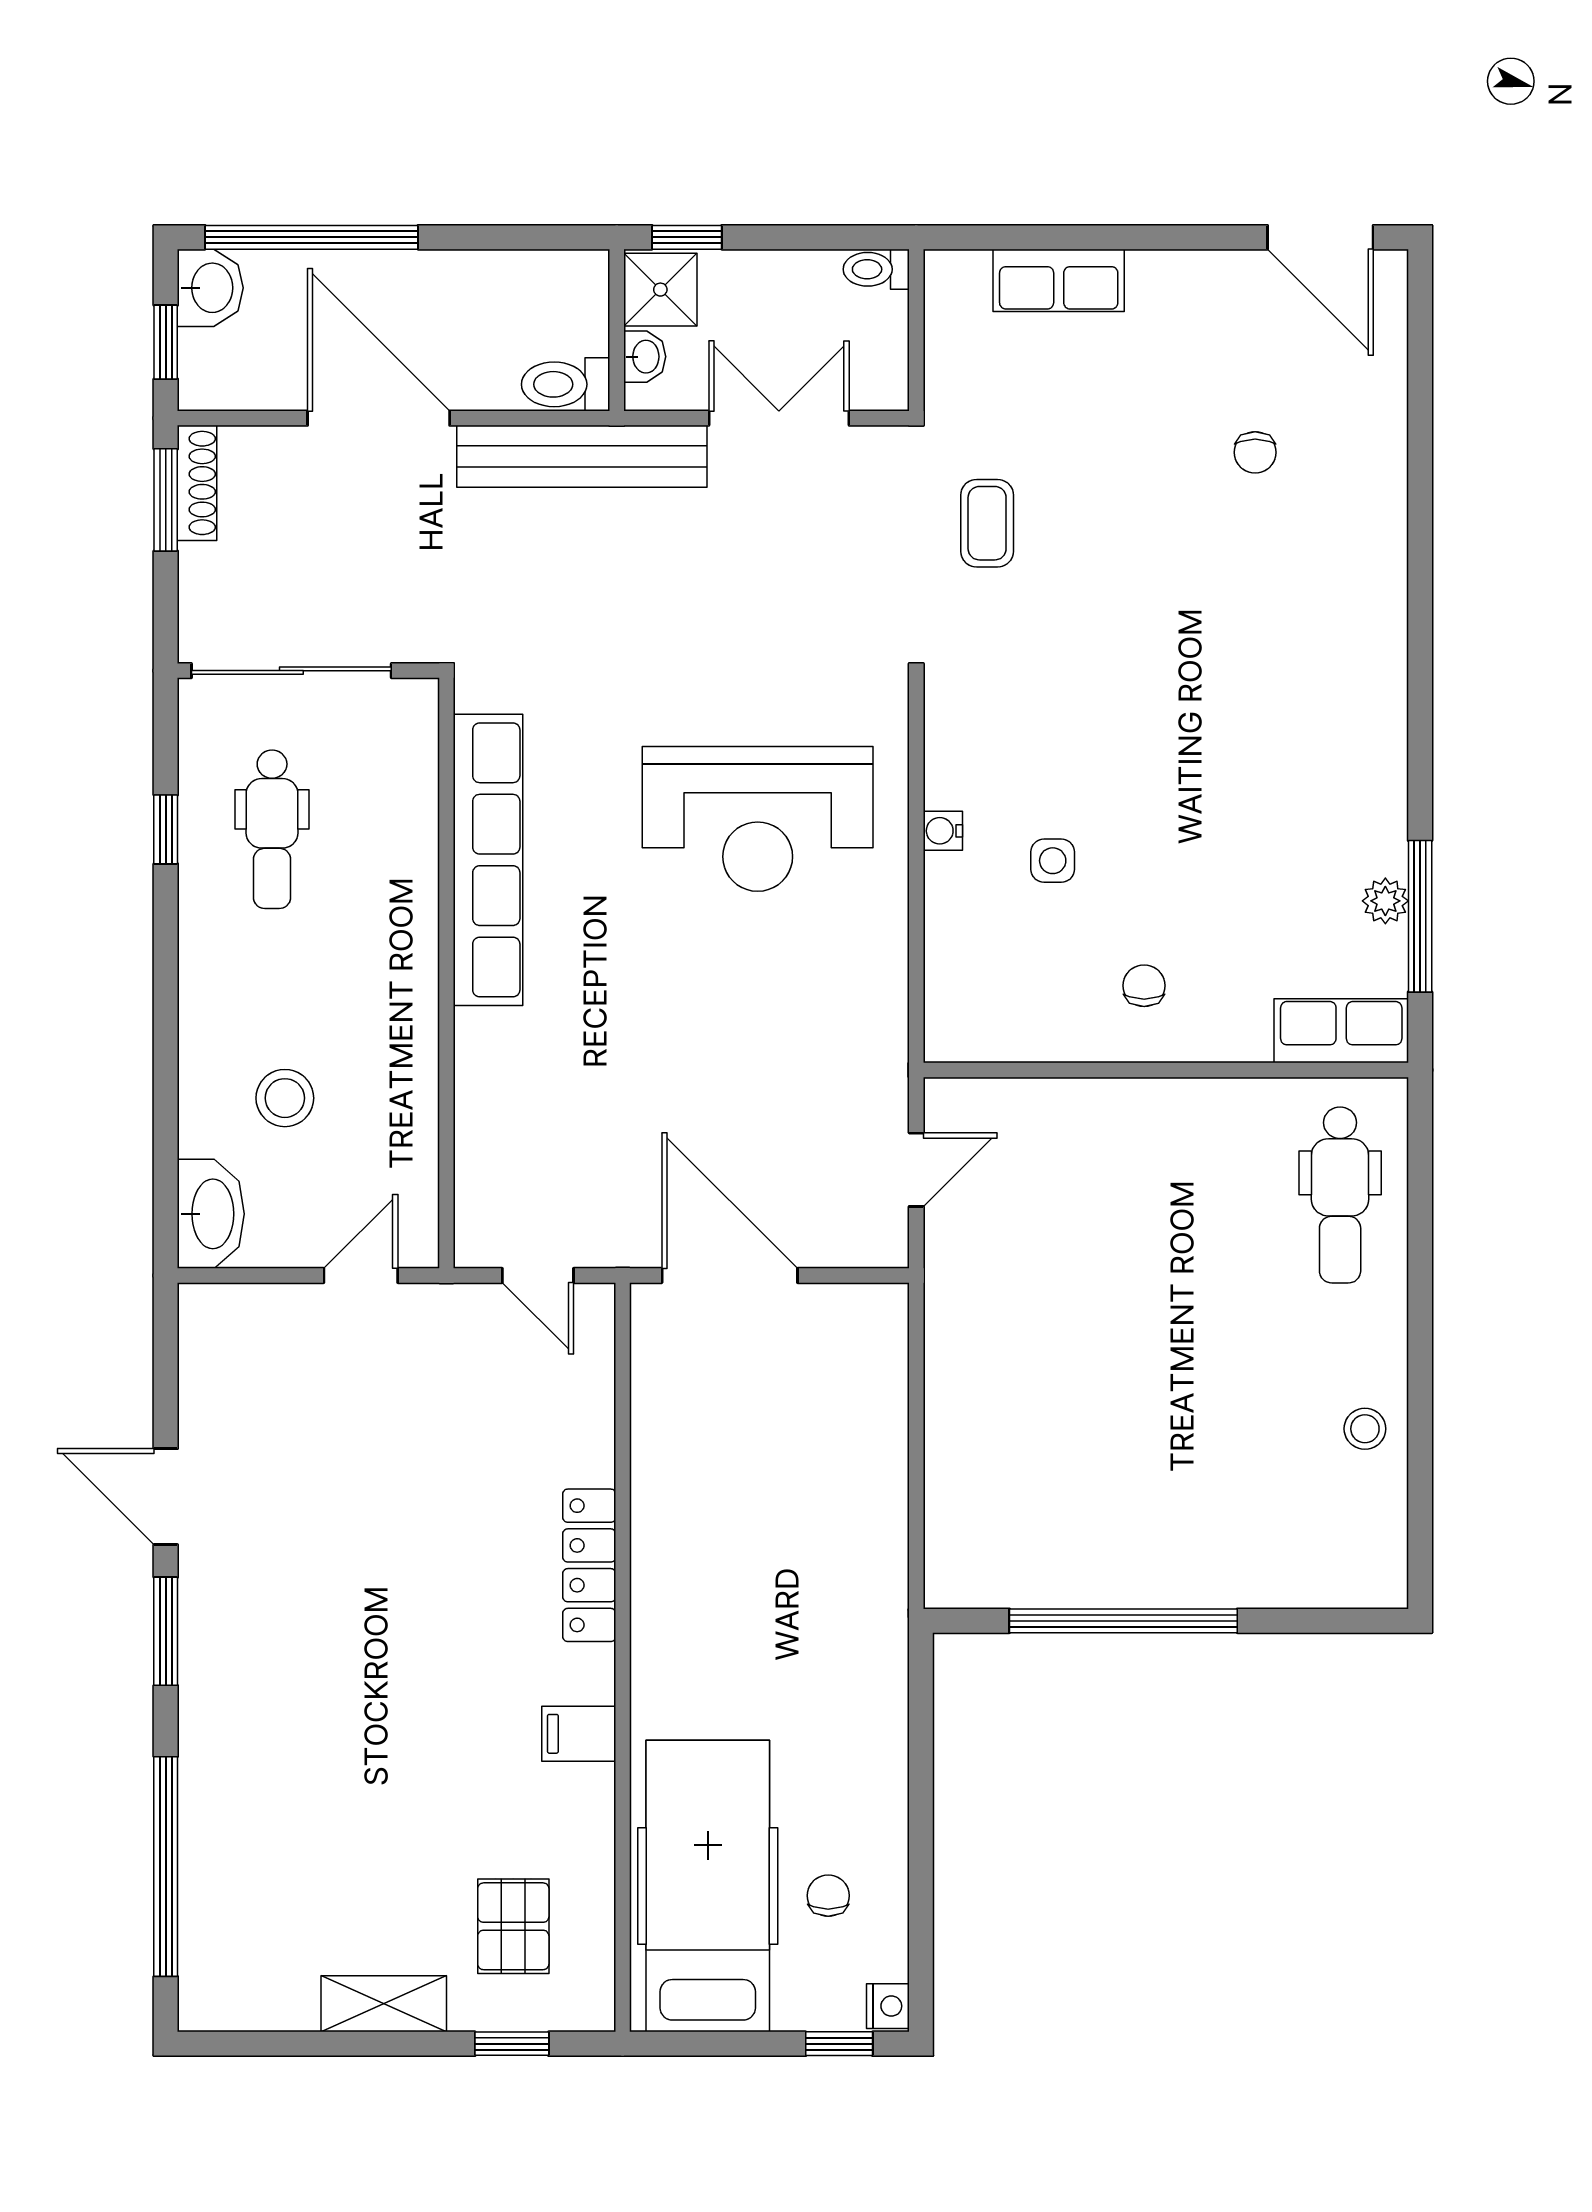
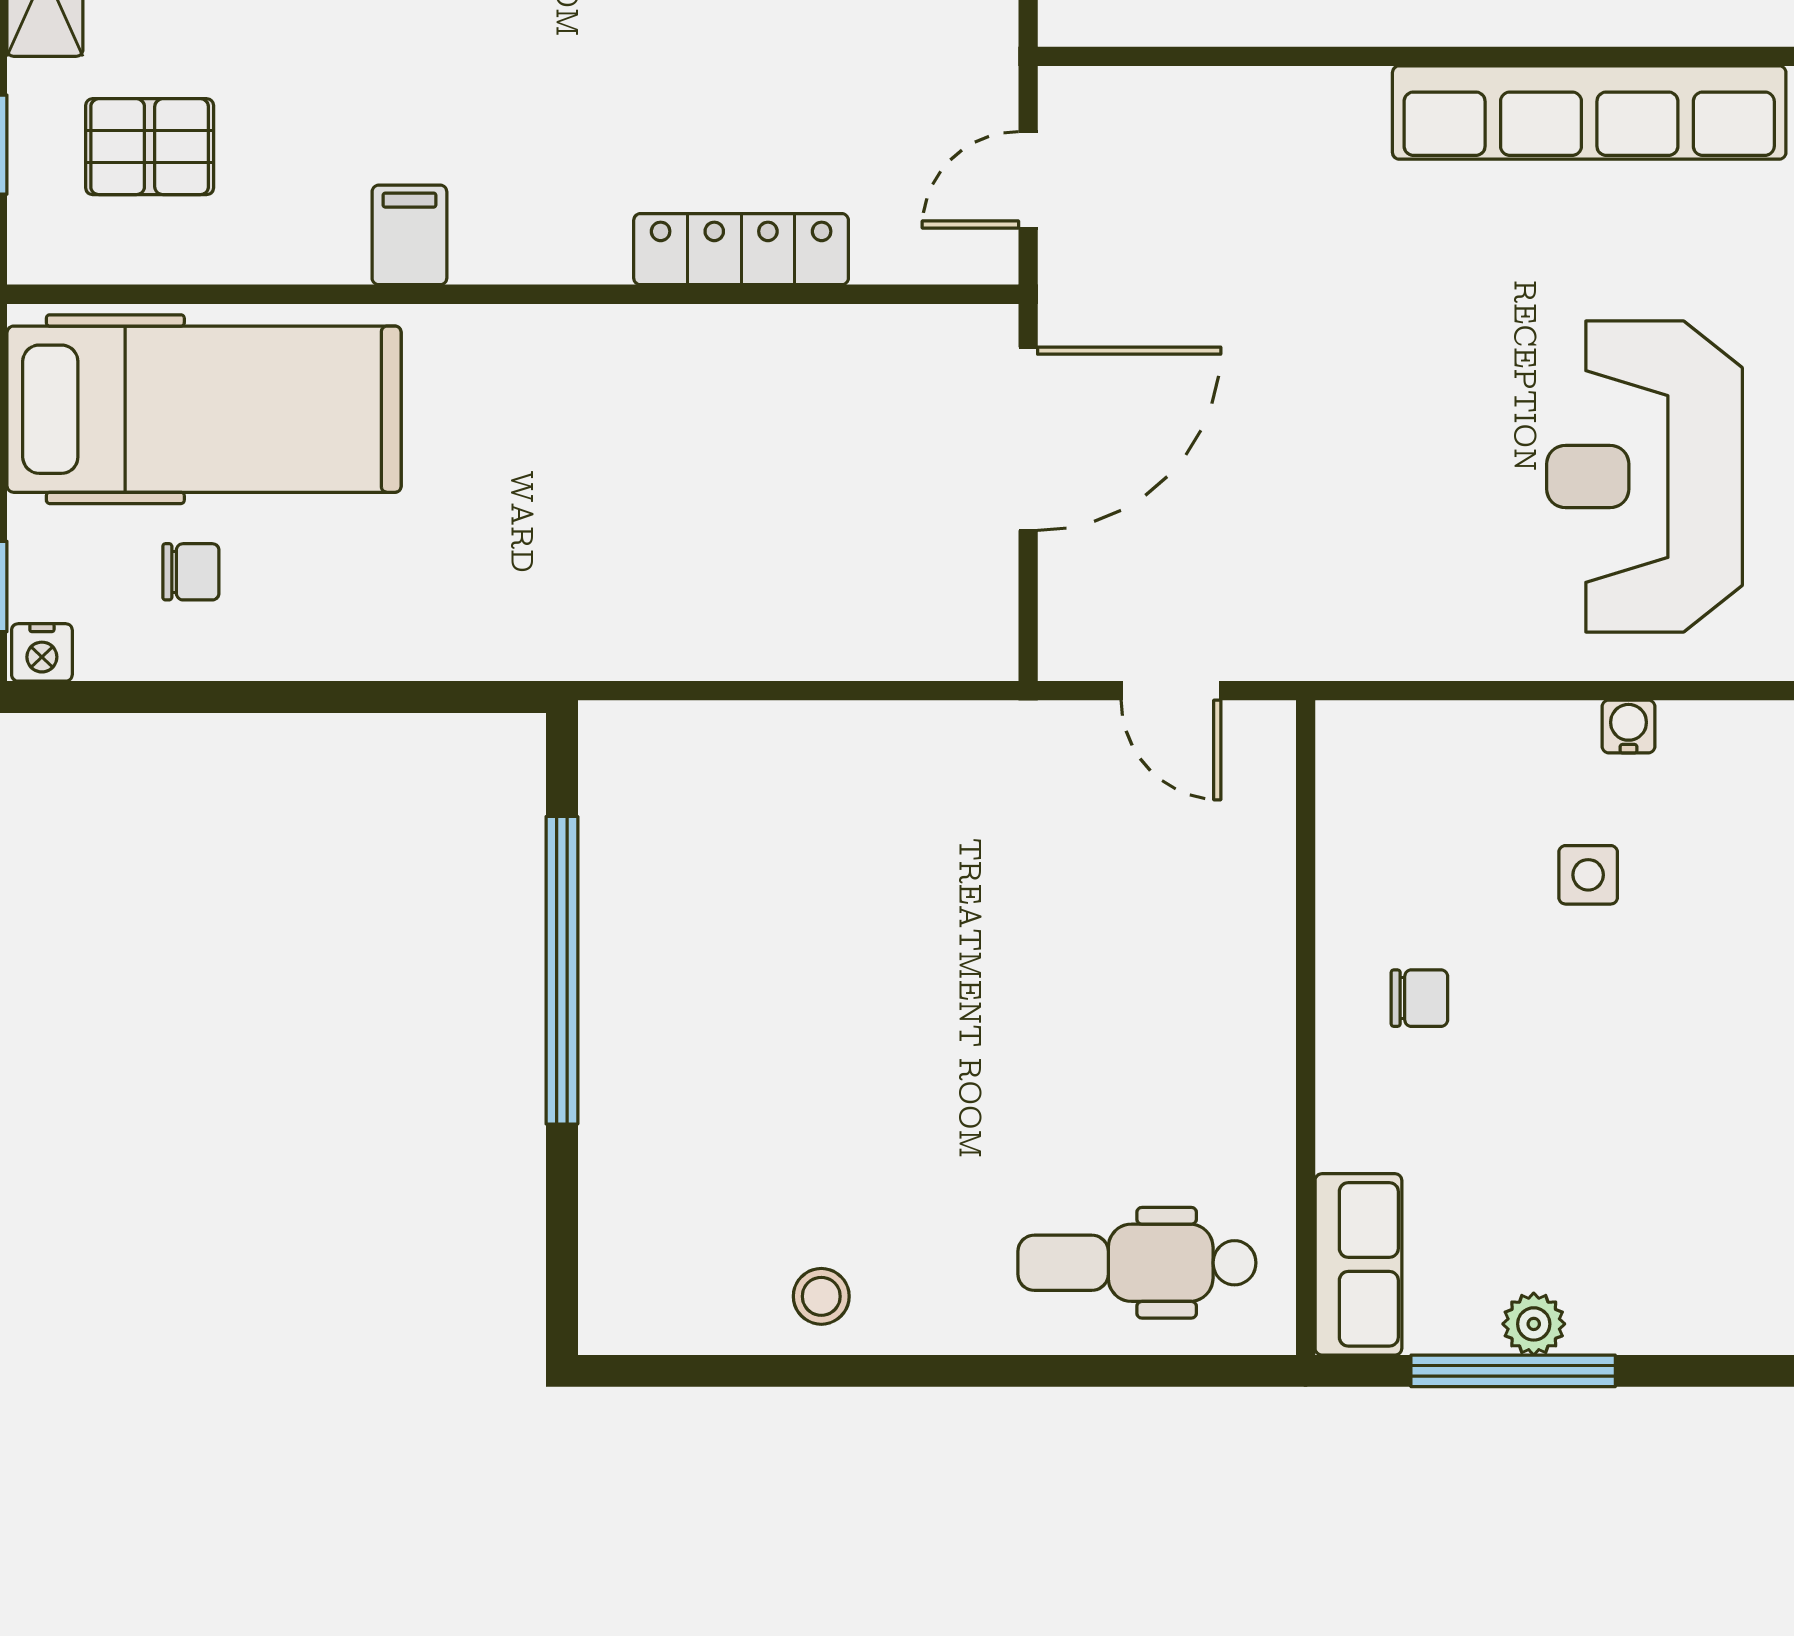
locker: (589, 1565) -> (741, 249), moved

